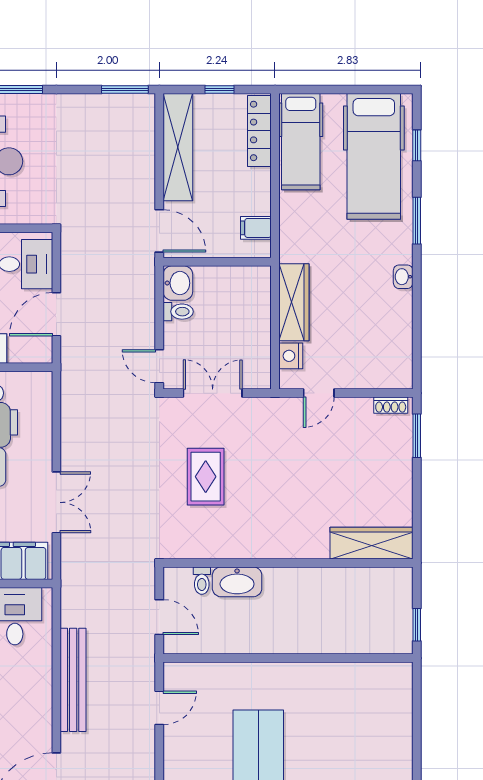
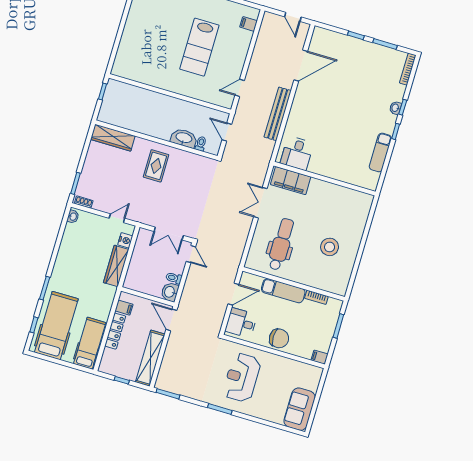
locker: (259, 131) -> (115, 331), moved
washbasin: (403, 277) -> (73, 217), moved
rug: (206, 477) -> (156, 166), moved

